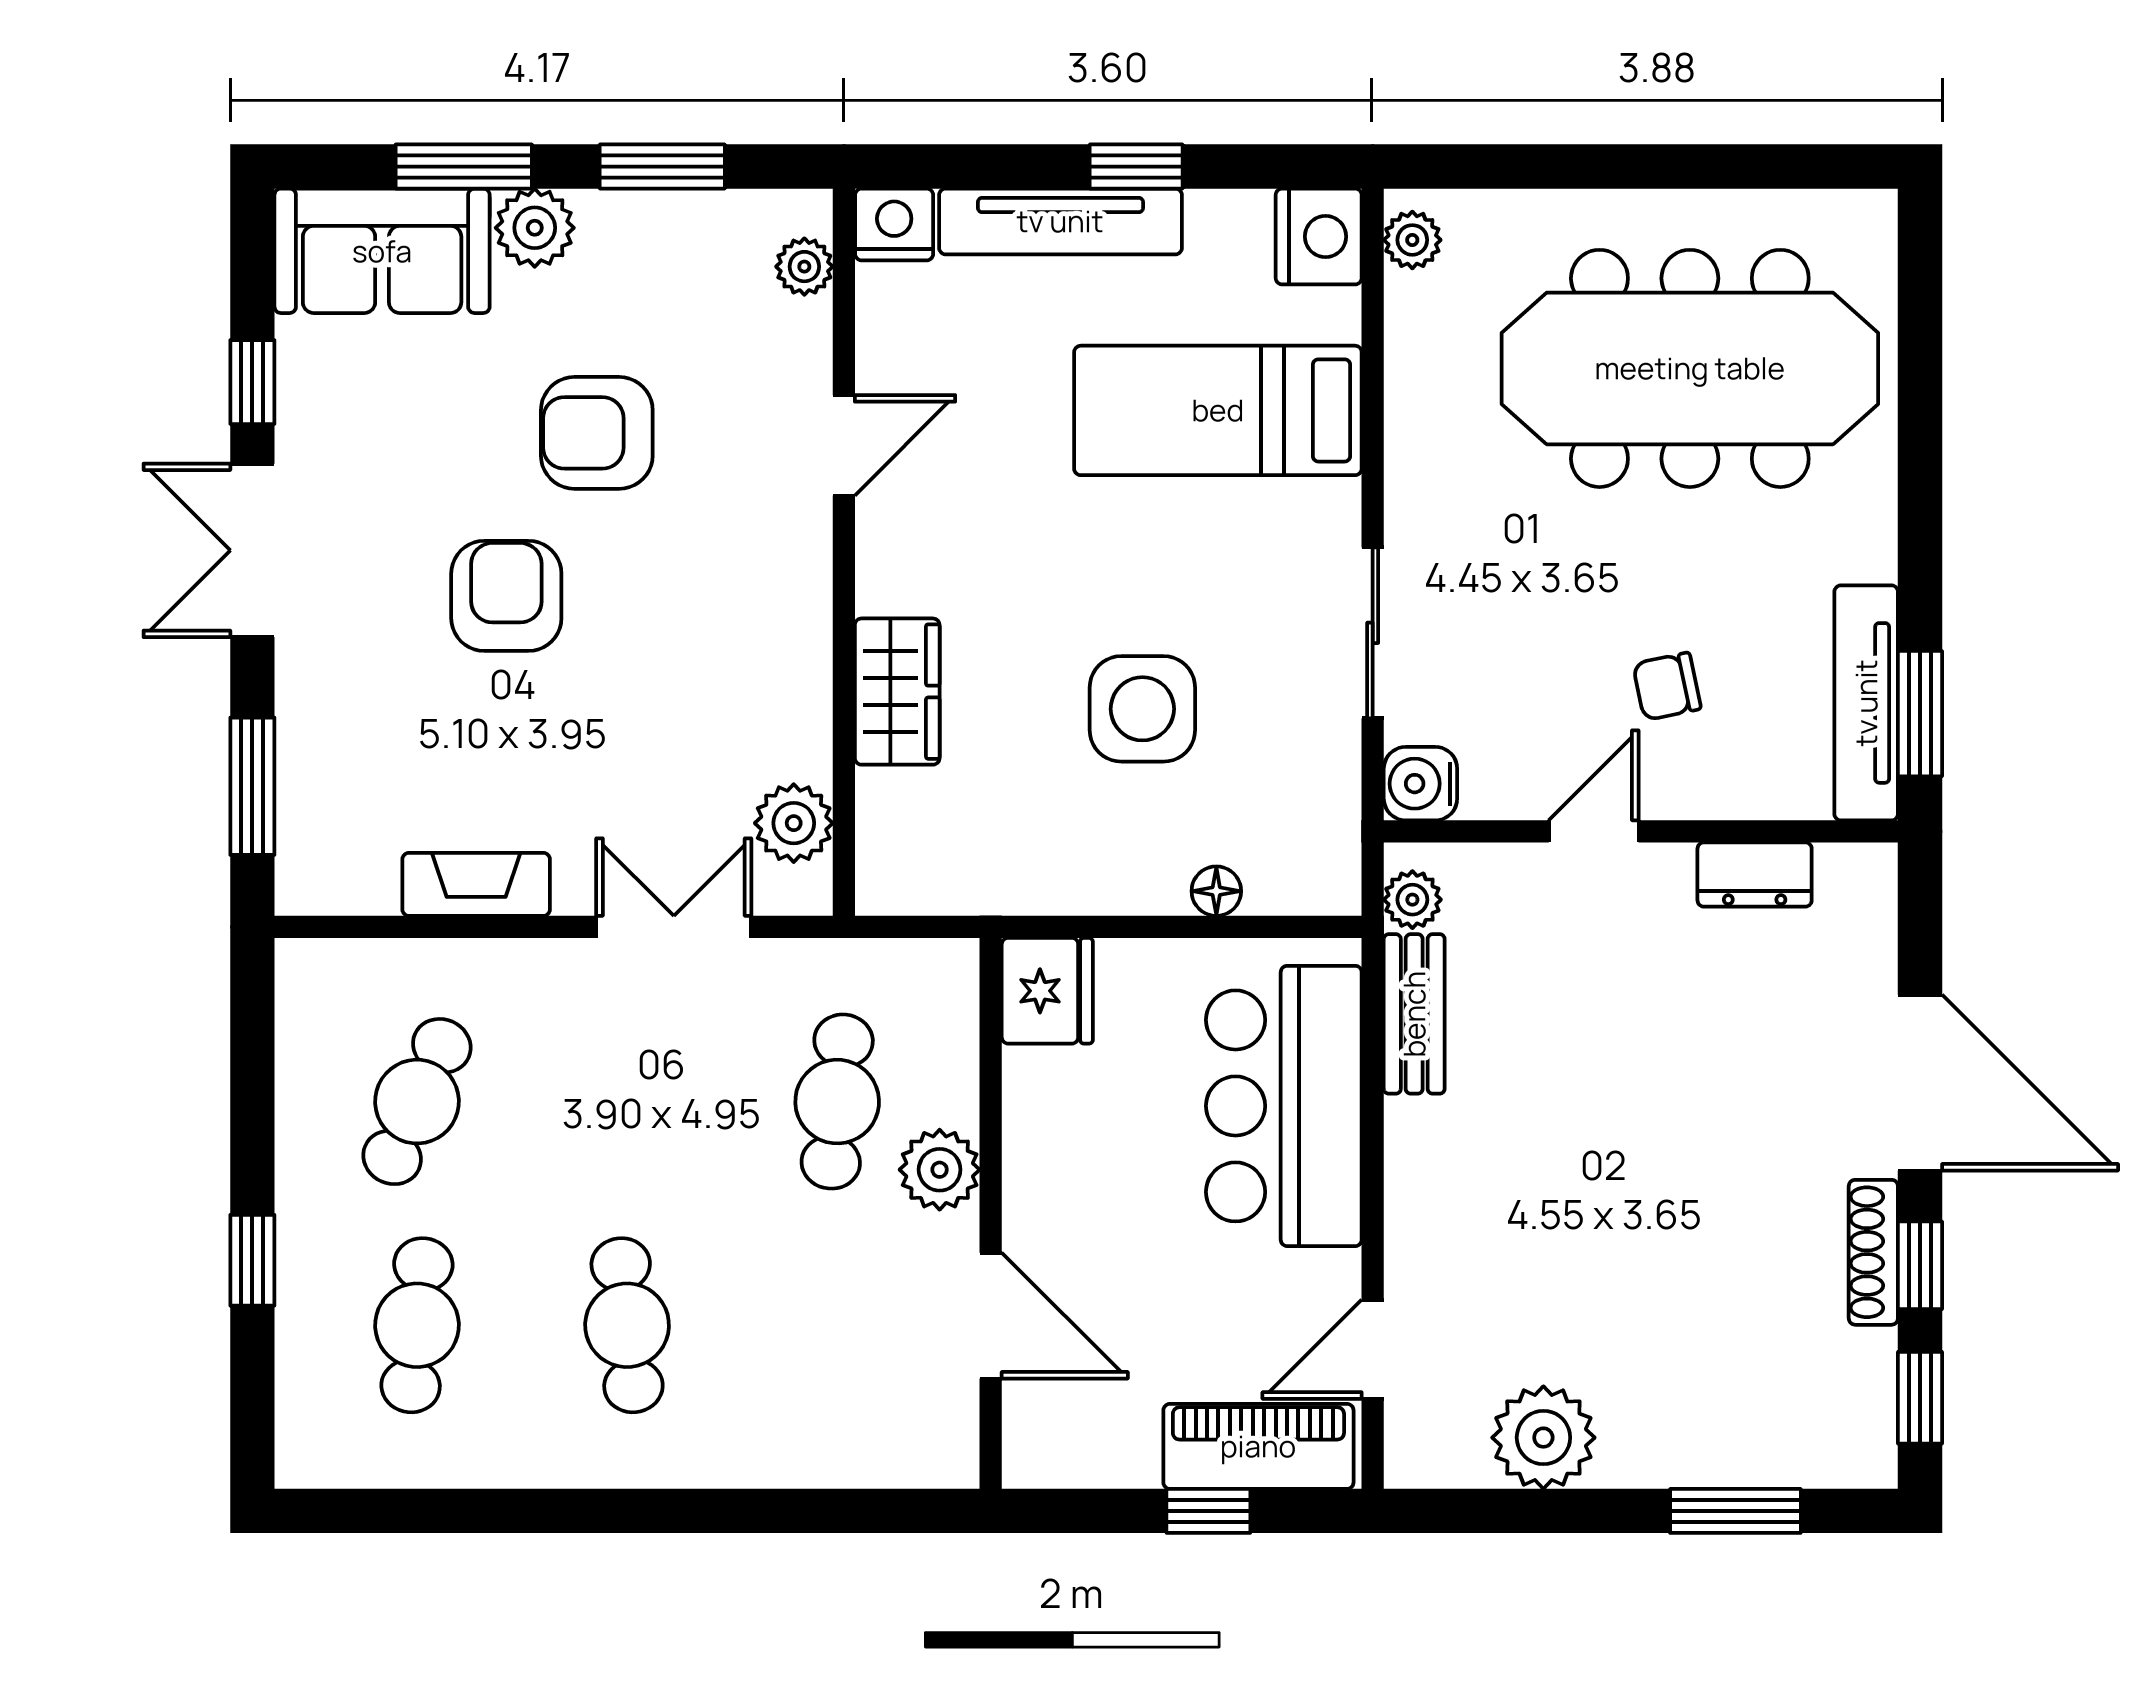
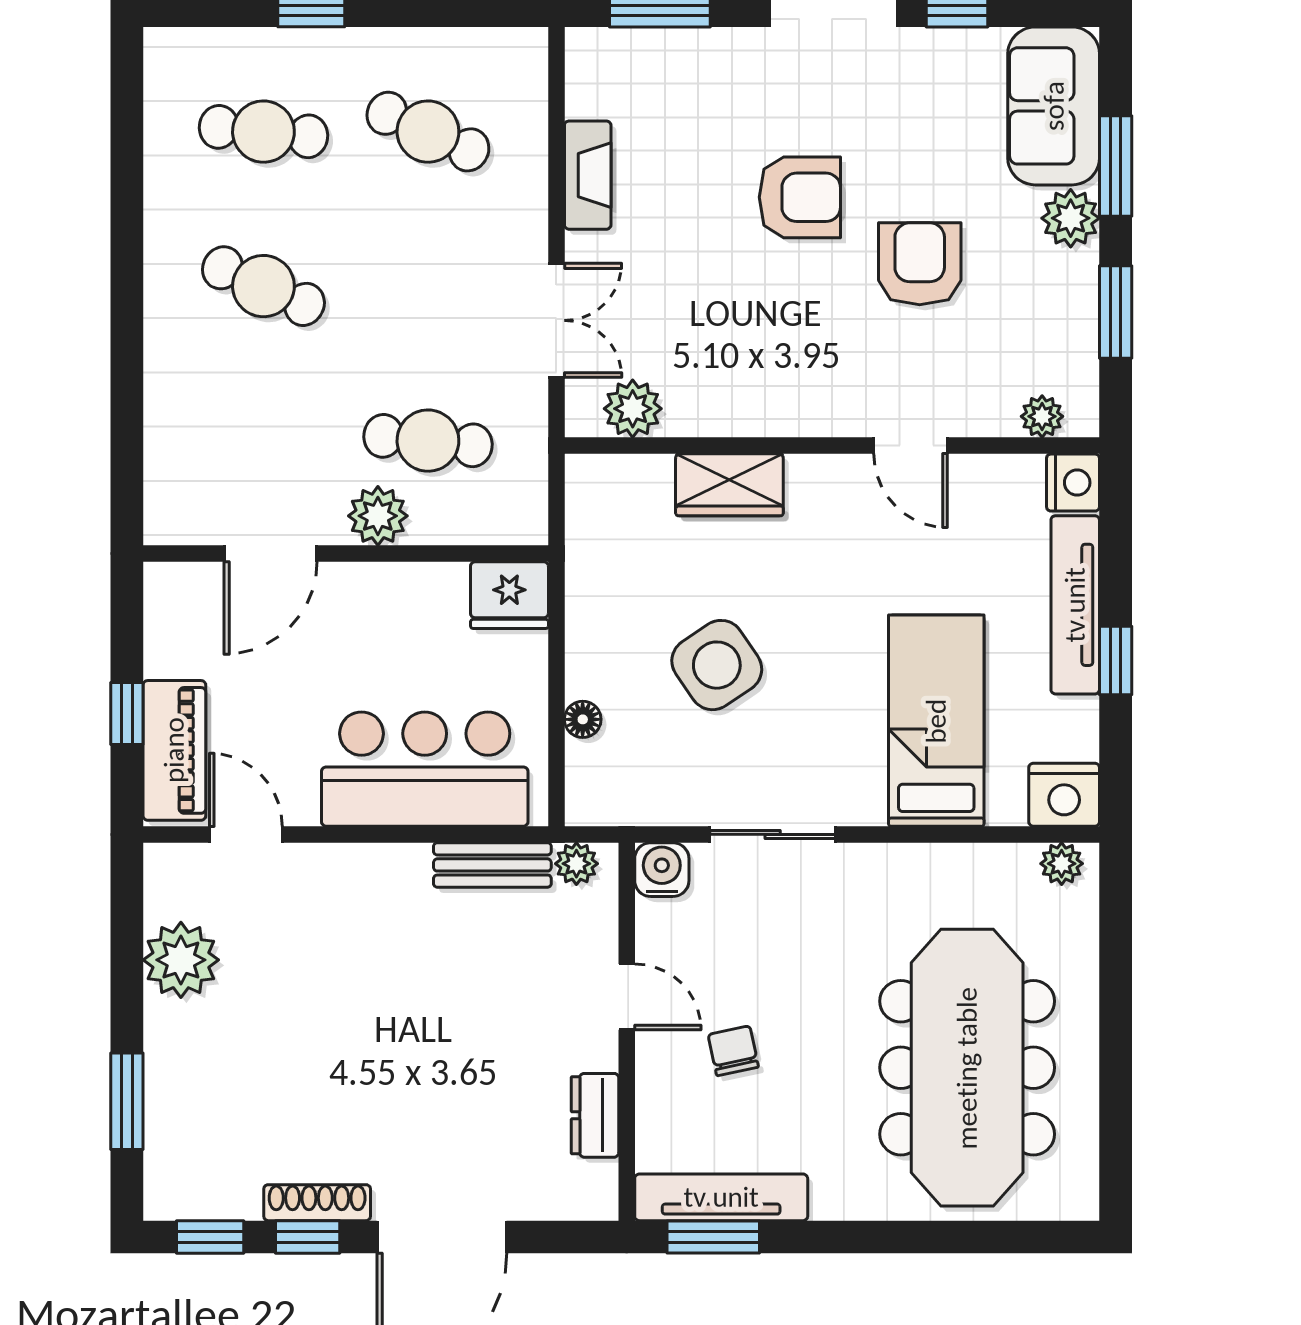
side table: (1142, 709) -> (717, 665), turned -34
cafe table: (627, 1325) -> (263, 286), turned 30

